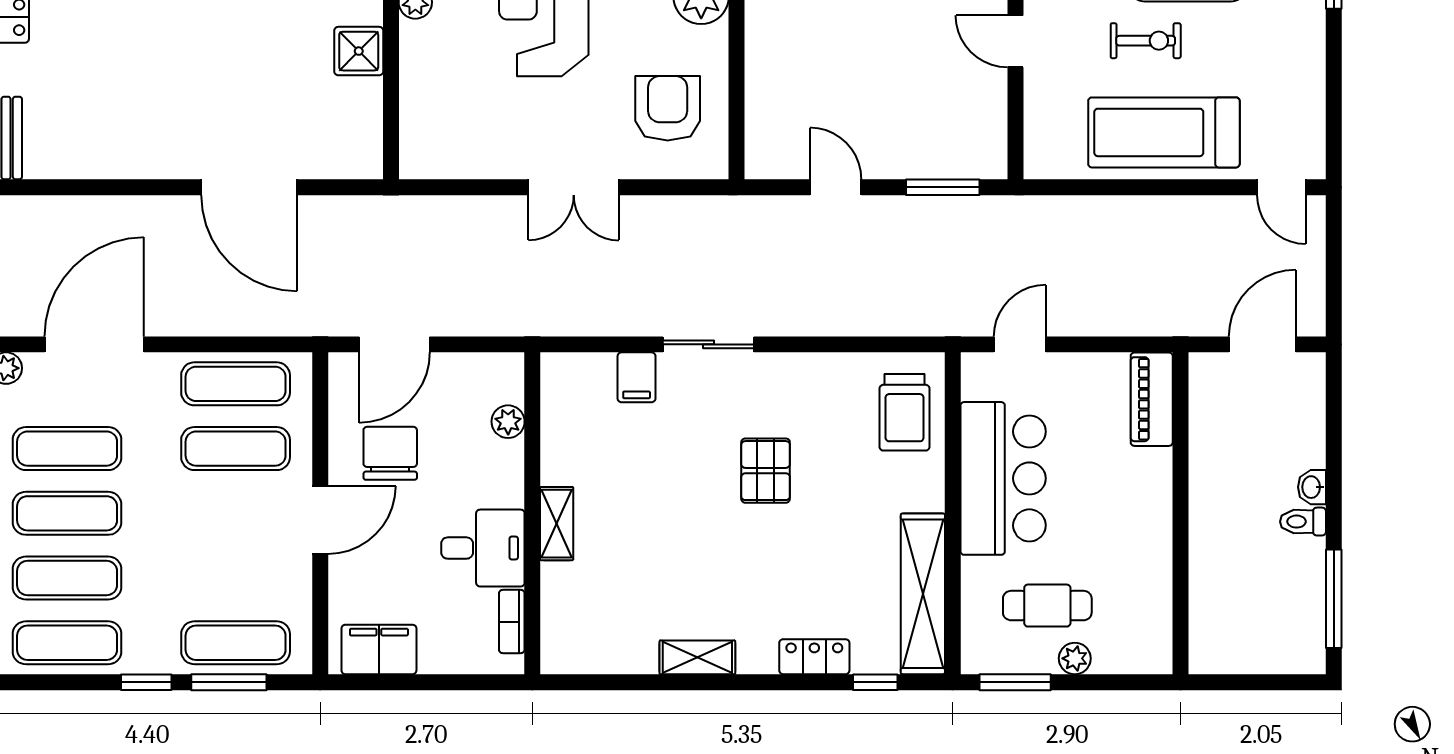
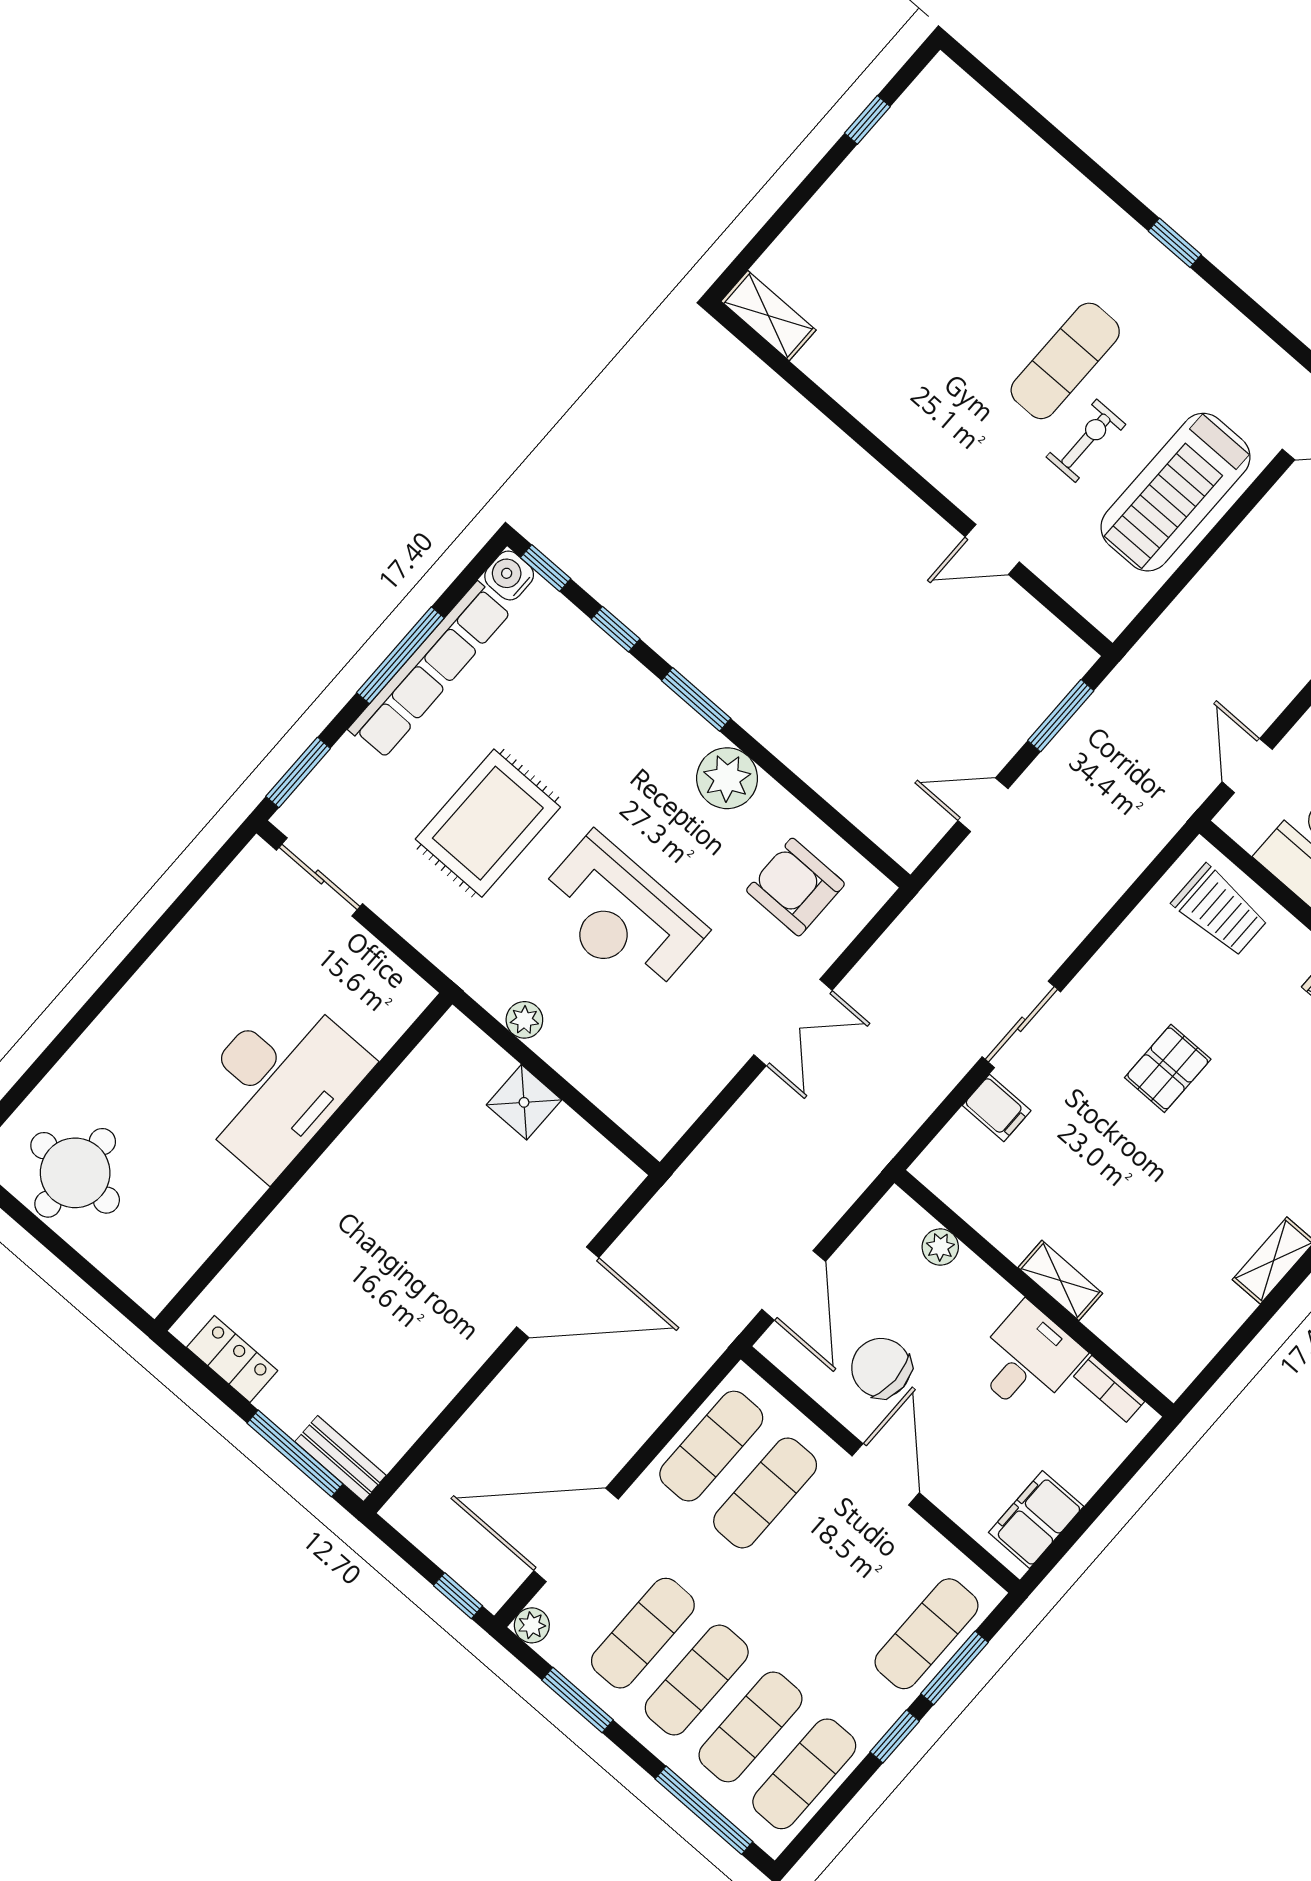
door: (94, 344) -> (576, 1535), hinge flipped
pallet: (766, 471) -> (1168, 1068), turned 90

